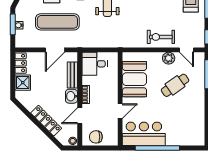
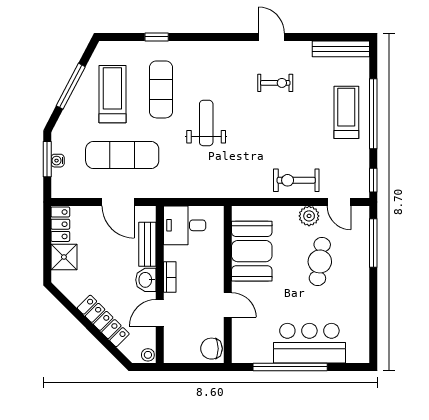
door: (55, 50) -> (118, 202), hinge flipped
cafe table: (175, 85) -> (320, 261), turned -47
door: (120, 111) -> (228, 305), hinge flipped
bar counter: (144, 134) -> (309, 343), moved
chair: (96, 137) -> (211, 349), moved

